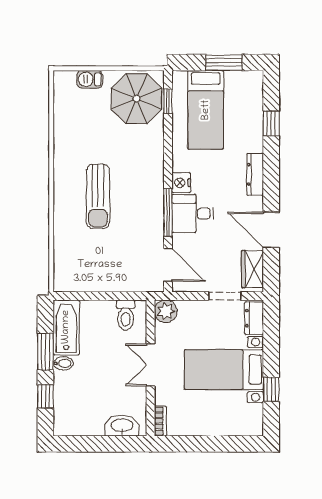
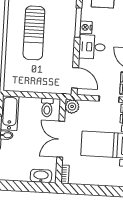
sun lounger: (98, 196) -> (34, 33), width x1.36, depth x1.34
window: (168, 212) -> (78, 23), moved
double door: (151, 365) -> (61, 139), width x1.37

